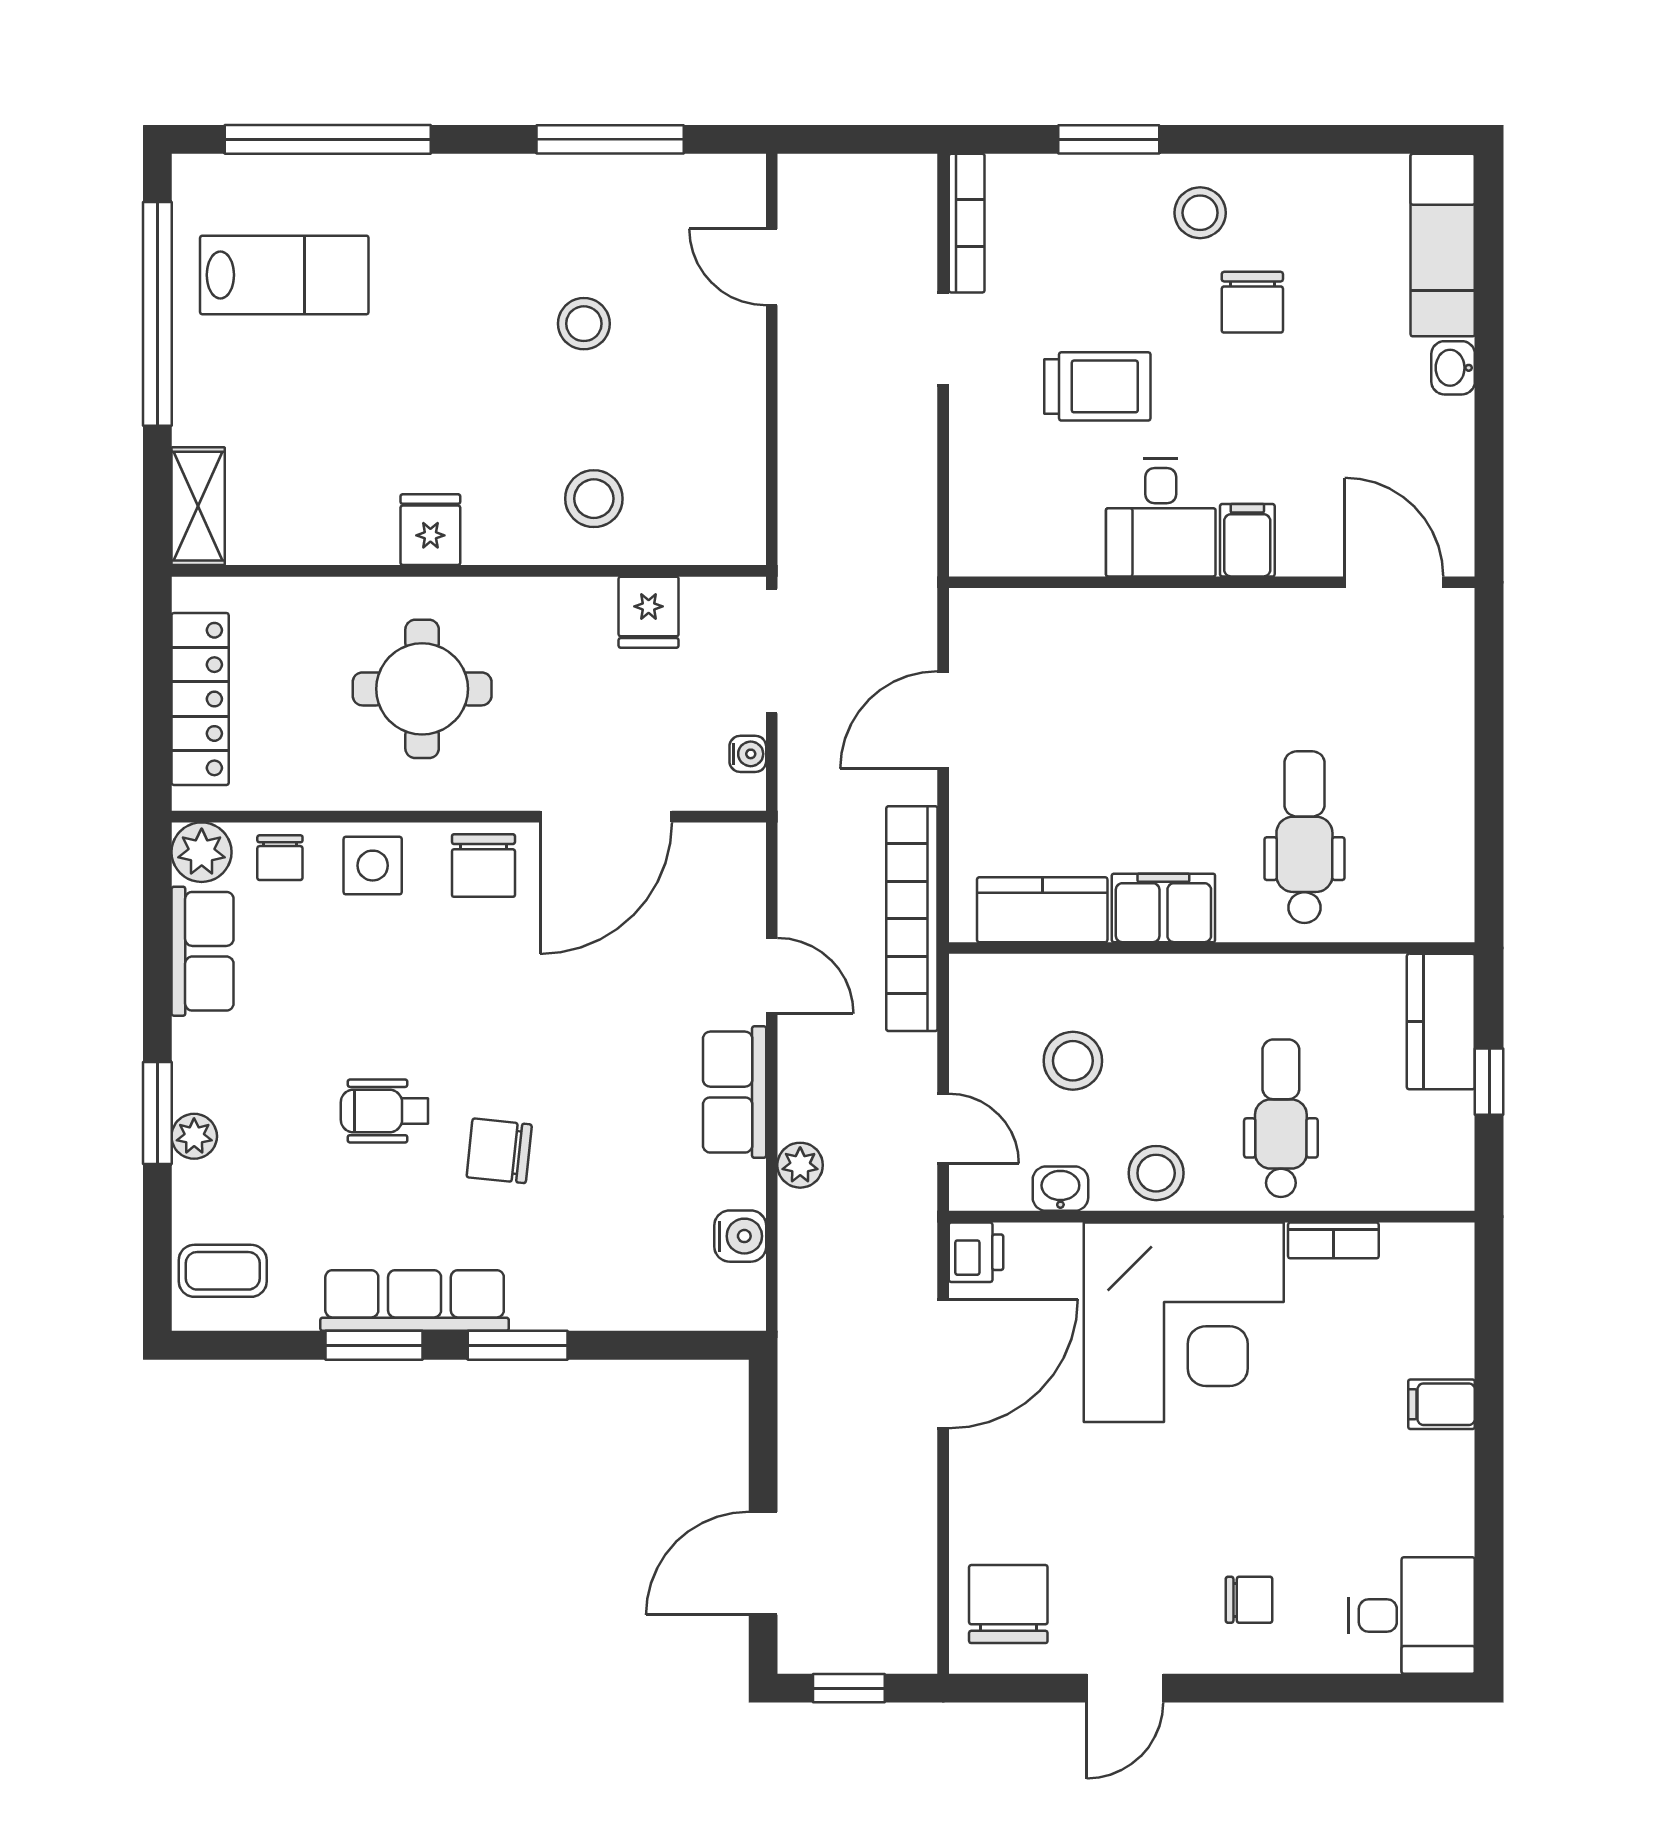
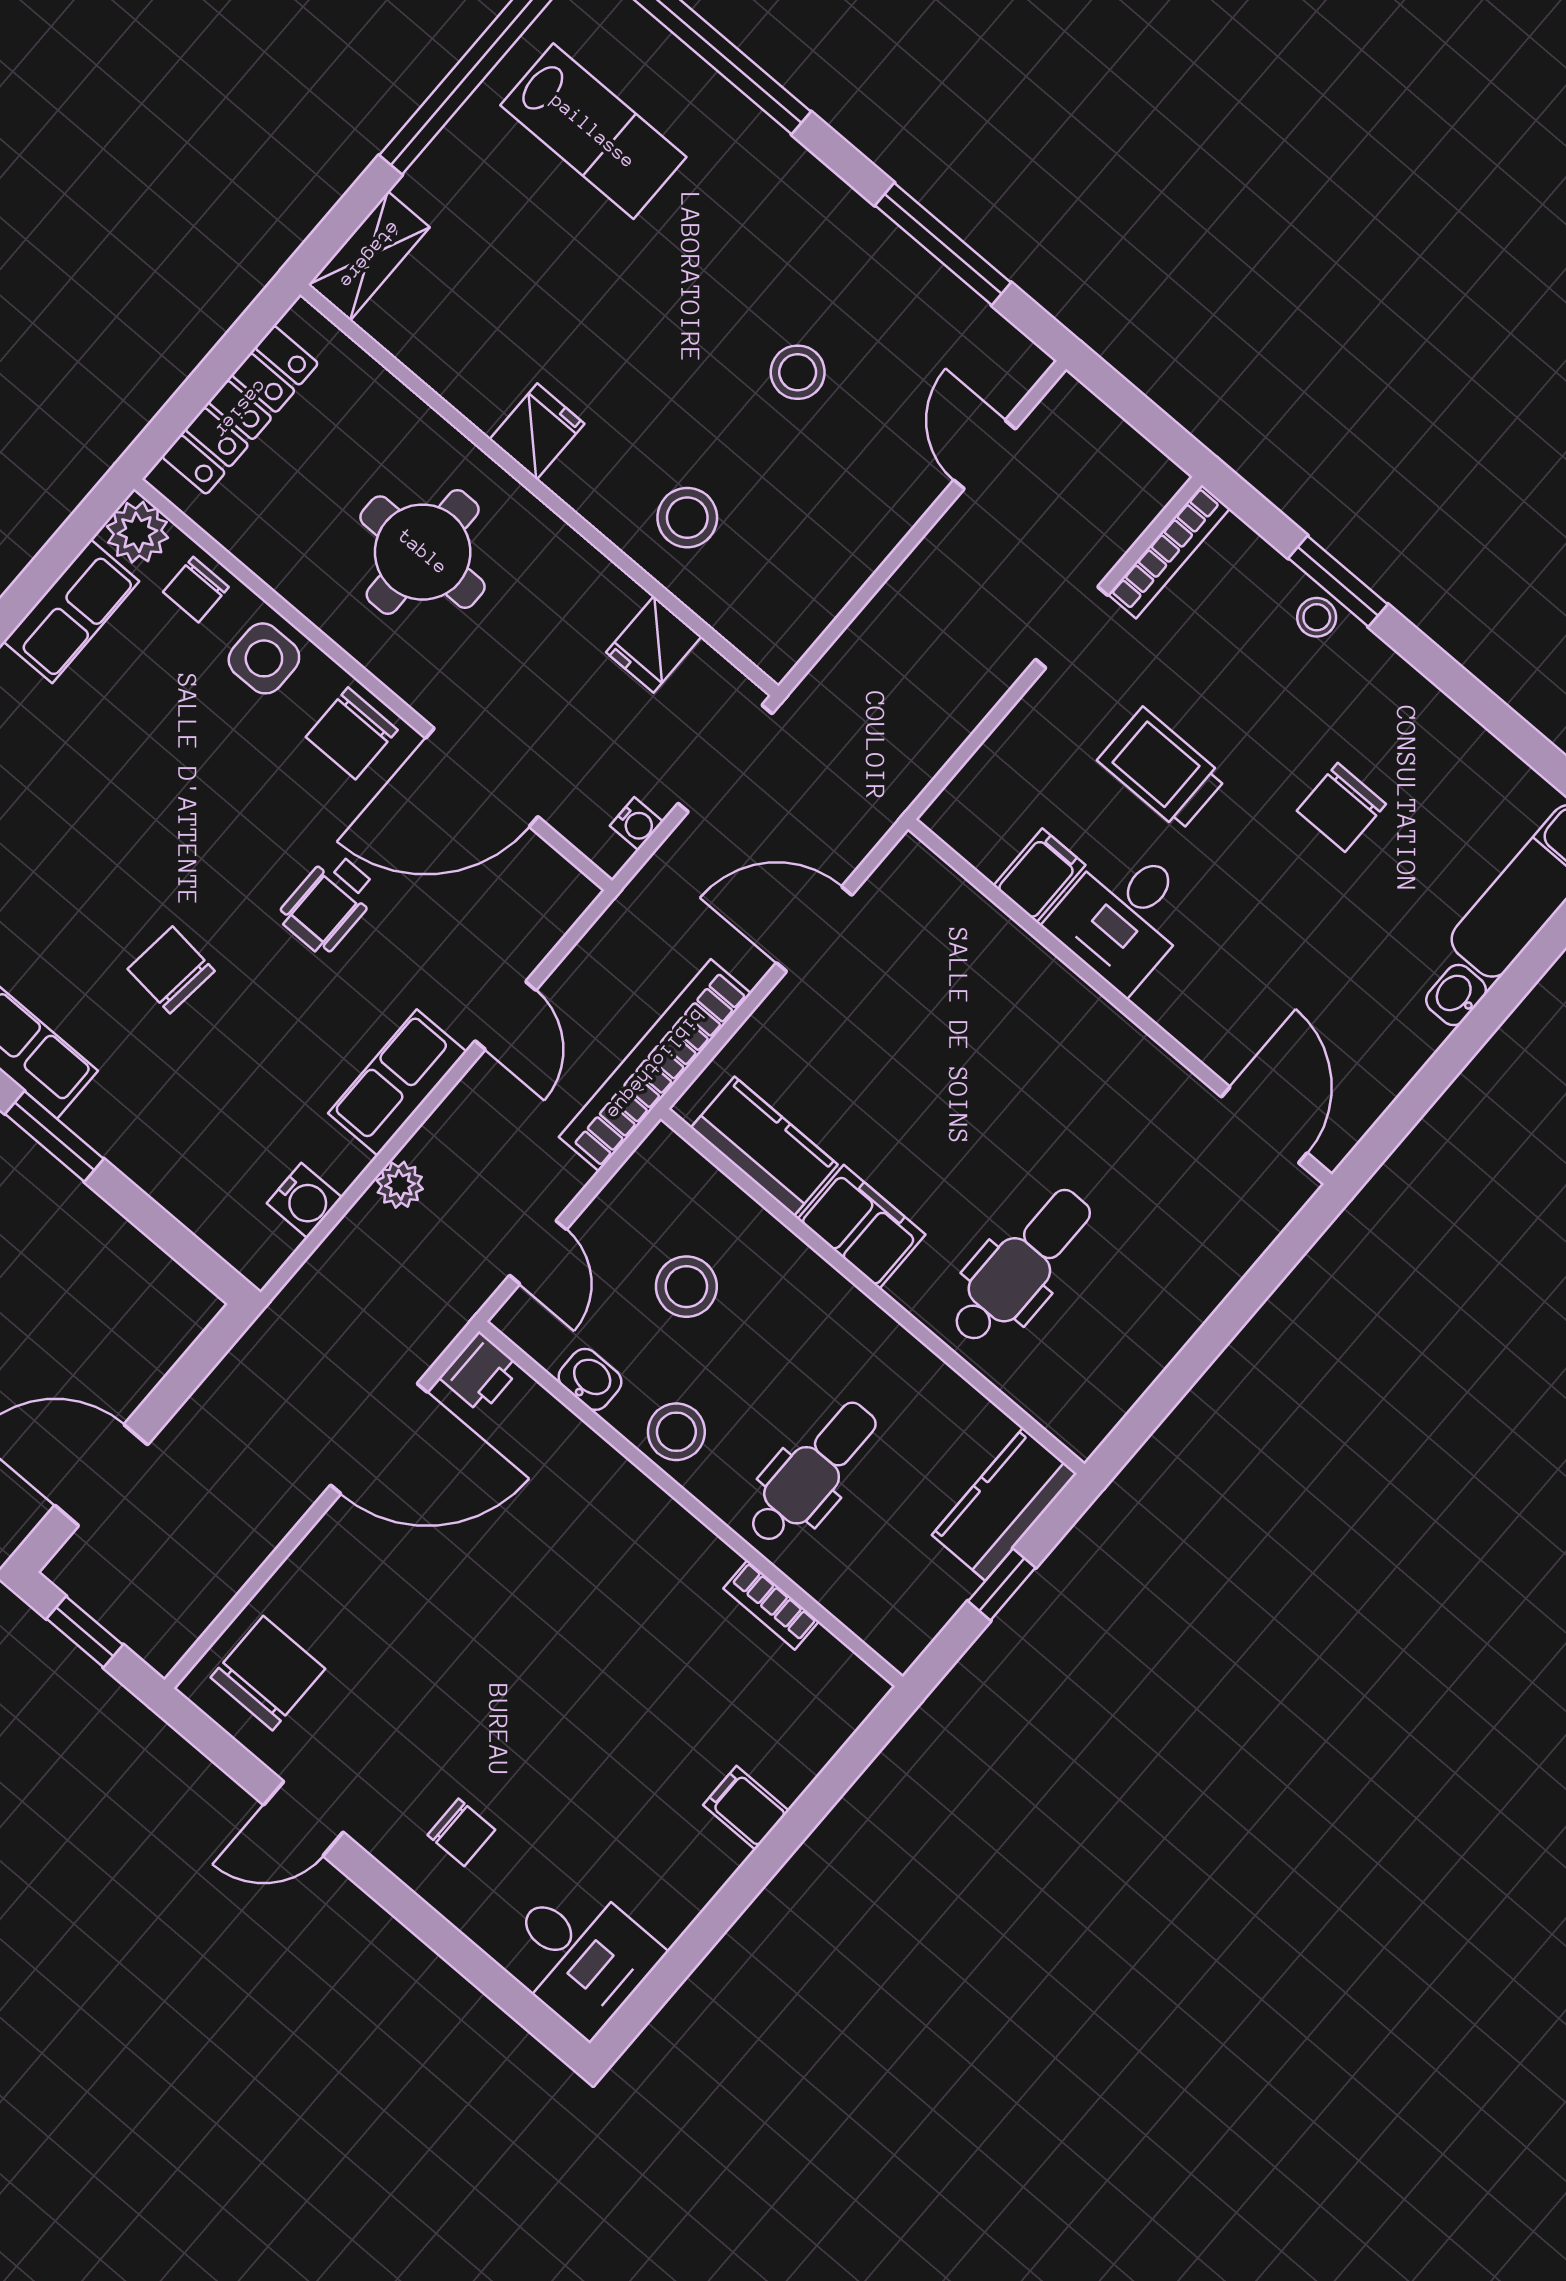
stool: (1200, 213) -> (1317, 617), moved, width x0.73, depth x0.73
trolley: (1097, 386) -> (1162, 769), turned 180
filing cabinet: (1247, 540) -> (1039, 875), moved
wheelchair: (384, 1111) -> (328, 903), moved, turned -90
corner desk: (1184, 1322) -> (597, 1569), removed

